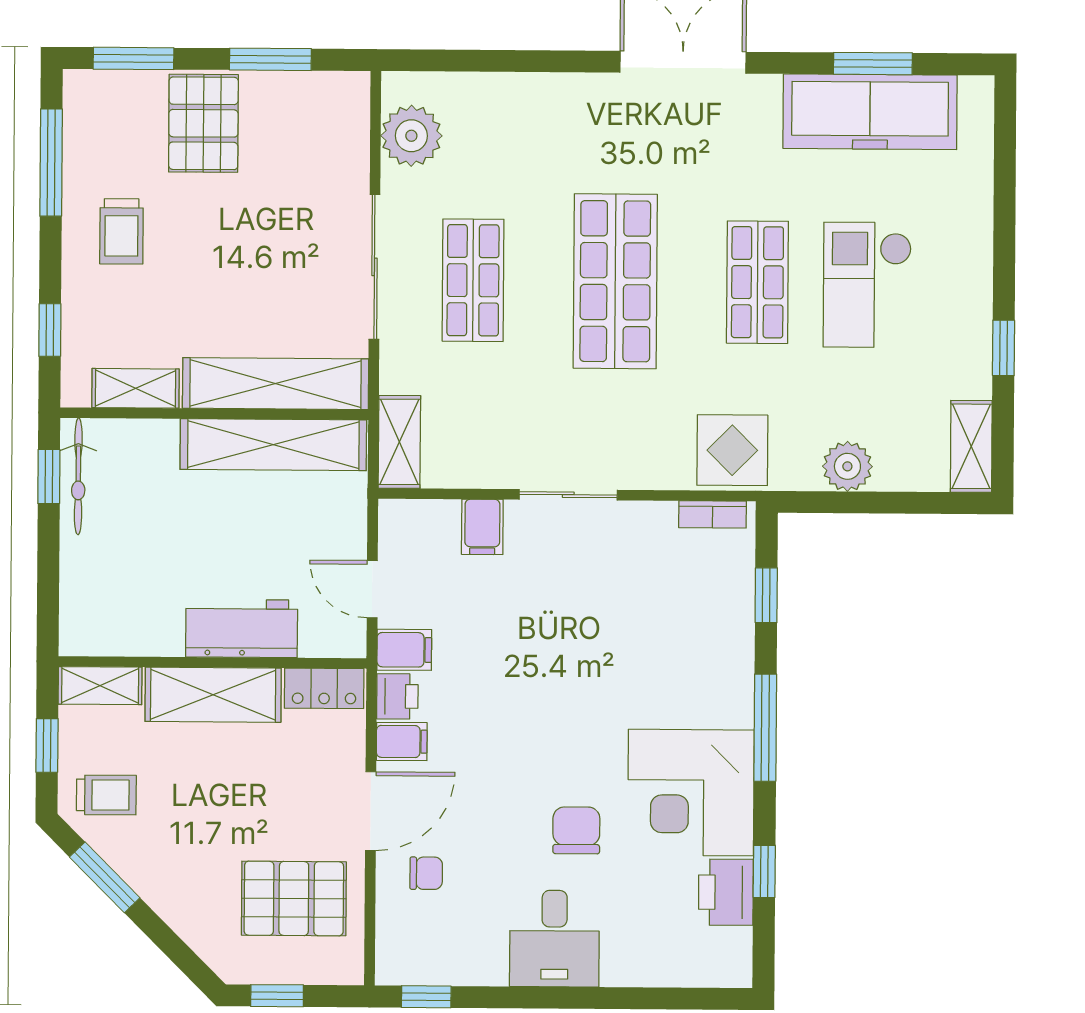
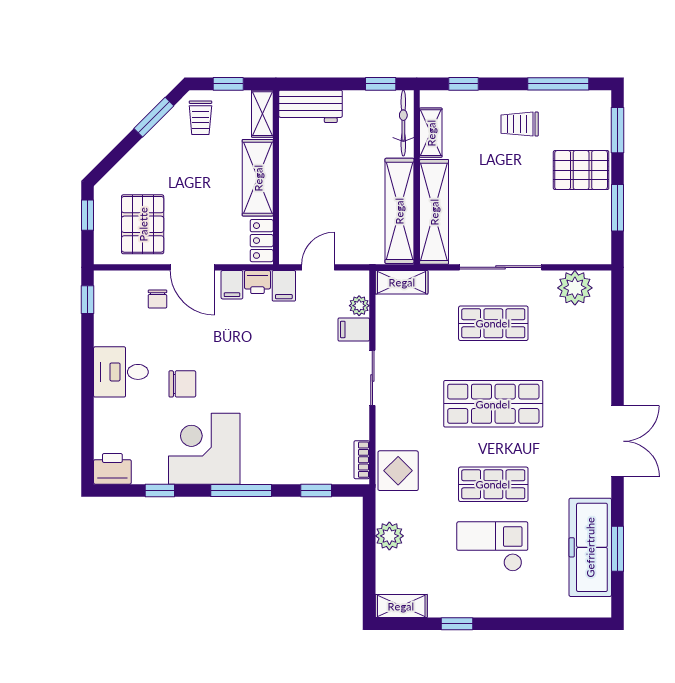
bicycle: (78, 476) -> (403, 123), moved, turned 90
plant: (440, 517) -> (359, 306), added
workbench: (242, 628) -> (311, 106), moved, turned 90
printer: (726, 892) -> (112, 469), moved

